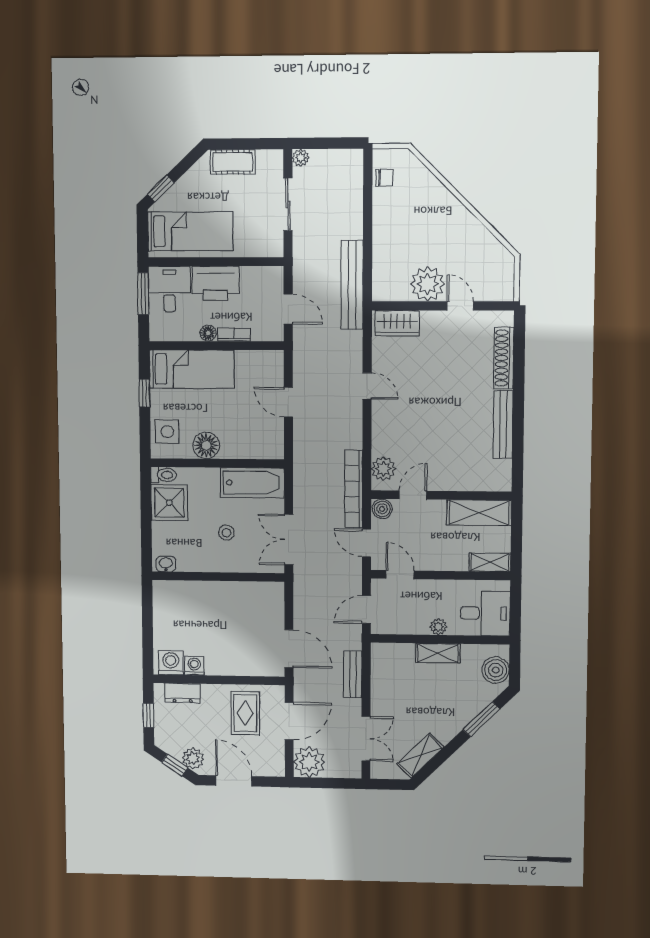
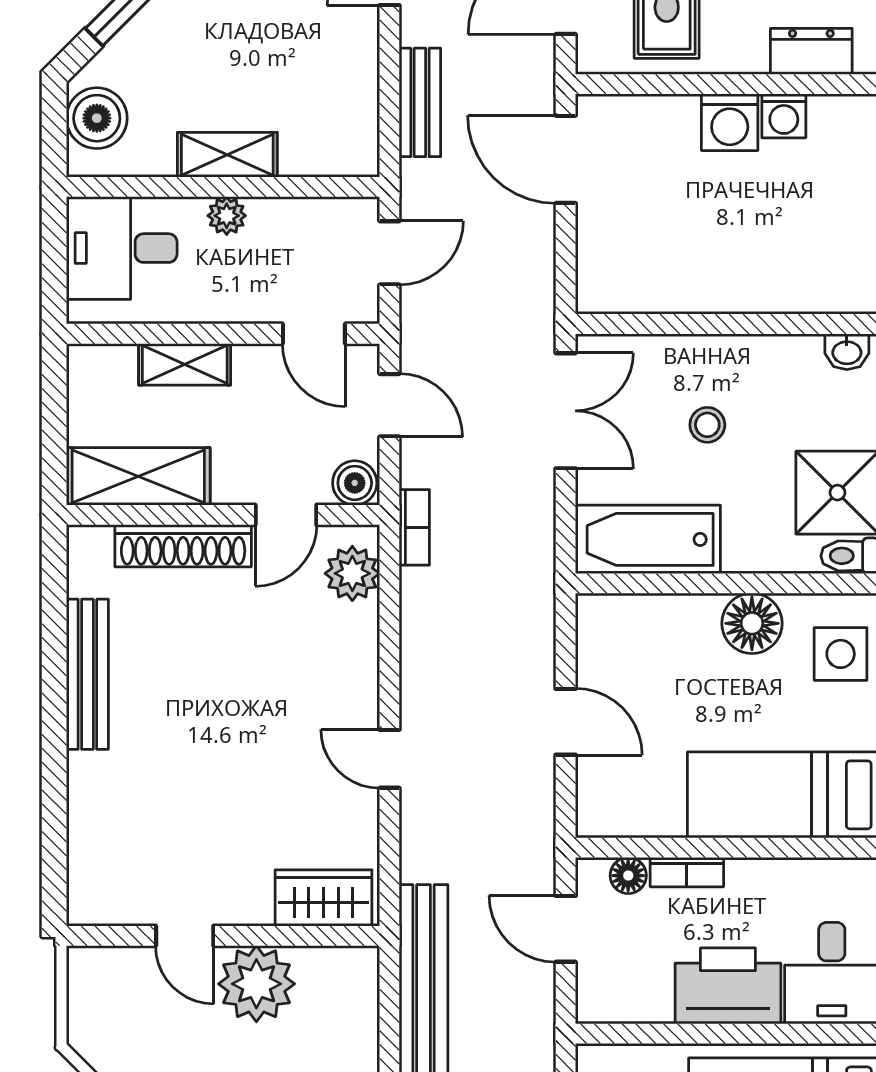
floor lamp: (208, 333) -> (628, 876), moved
shoe rack: (504, 358) -> (183, 546), moved, turned 90
bookcase: (354, 489) -> (414, 527), width x0.43, depth x0.76
shelving: (490, 562) -> (185, 364), moved
washing machine: (171, 663) -> (730, 122), moved

